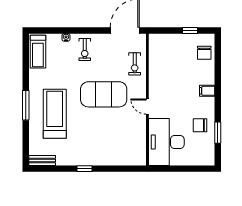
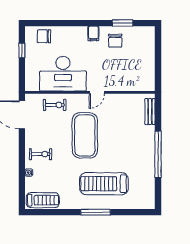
chair: (204, 53) -> (44, 36), turned 180
filing cabinet: (207, 91) -> (93, 33), moved
desk: (166, 142) -> (63, 74), moved
bench: (42, 161) -> (150, 112), moved
window: (85, 169) -> (158, 154), width x3.17

